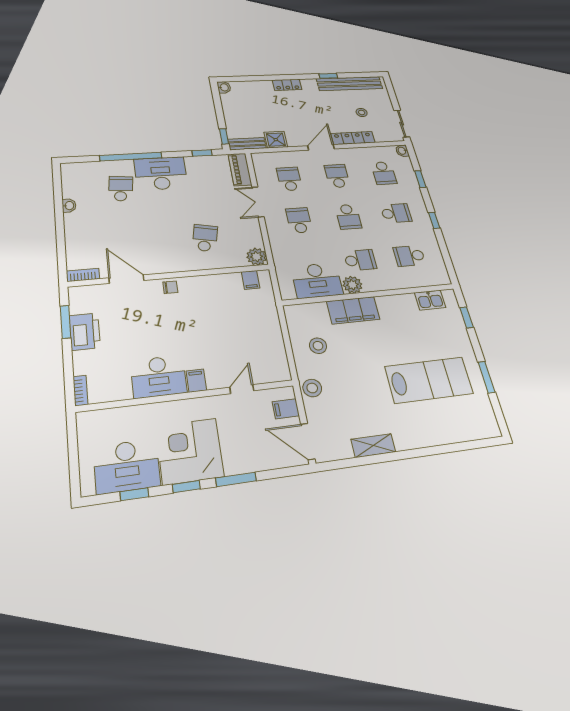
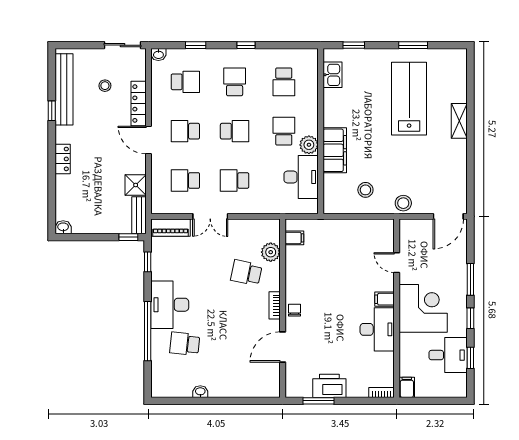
plant: (257, 257) -> (271, 252), moved
bookcase: (83, 275) -> (275, 305), moved
filing cabinet: (286, 409) -> (407, 387), moved, turned 180
shelving: (373, 446) -> (459, 121), moved
corner desk: (190, 451) -> (423, 308), moved, turned 180
desk: (127, 466) -> (448, 355), width x0.73

